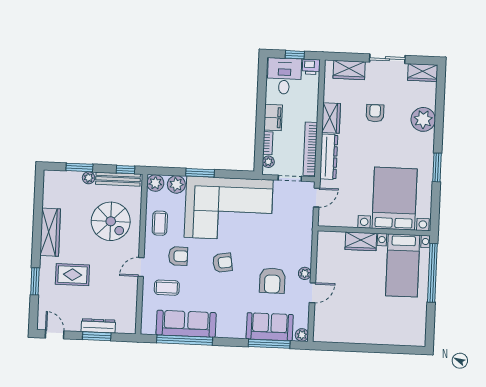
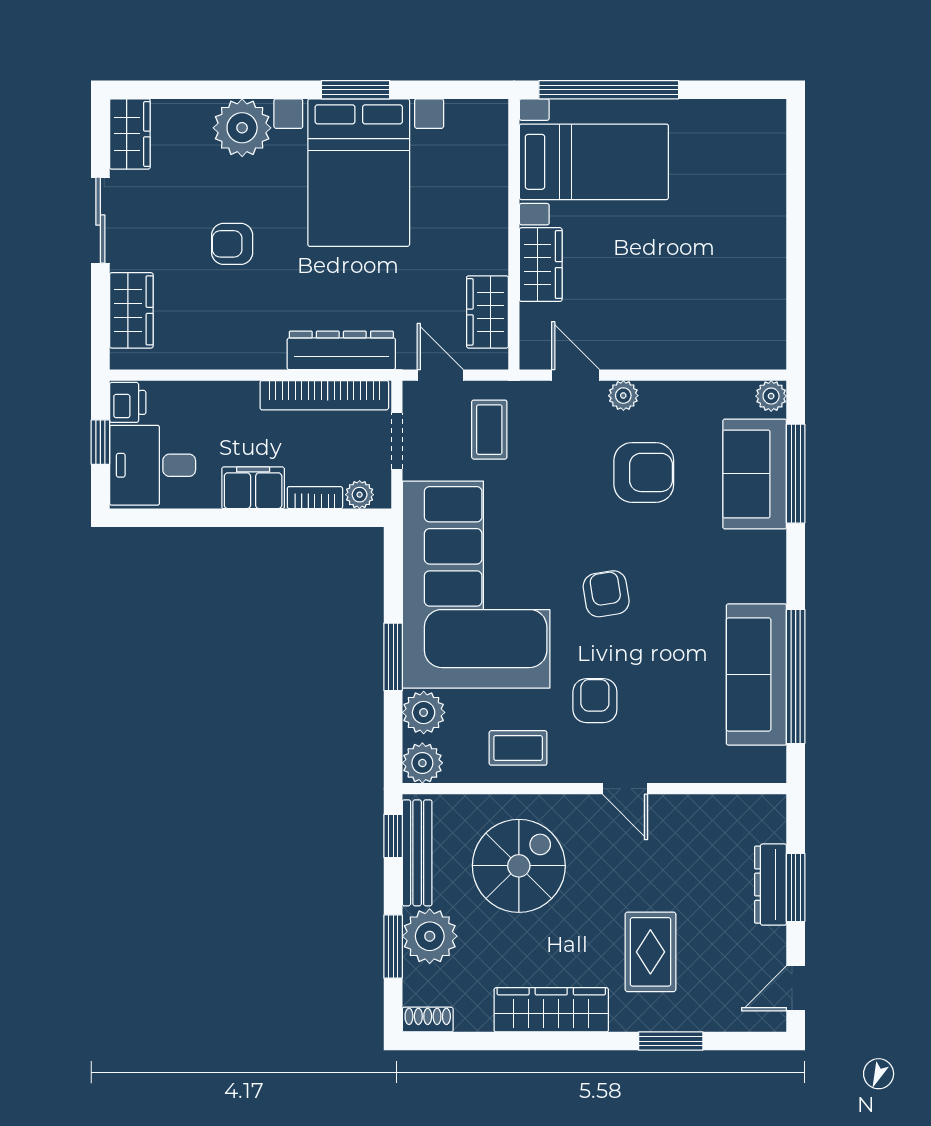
wardrobe: (331, 118) -> (487, 312), moved, turned -90
plant: (89, 178) -> (430, 936), width x1.88, depth x1.88
shoe rack: (48, 181) -> (428, 1020), added
bed with nightstands: (395, 199) -> (359, 173), moved, turned -90
coffee table: (167, 288) -> (489, 430), moved
door: (312, 293) -> (576, 375), moved

